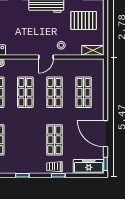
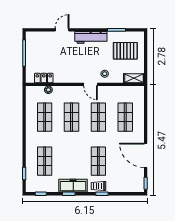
door: (46, 57) -> (91, 84), hinge flipped
freezer: (89, 166) -> (73, 186), moved

